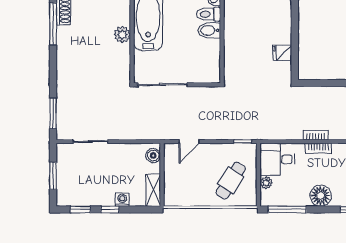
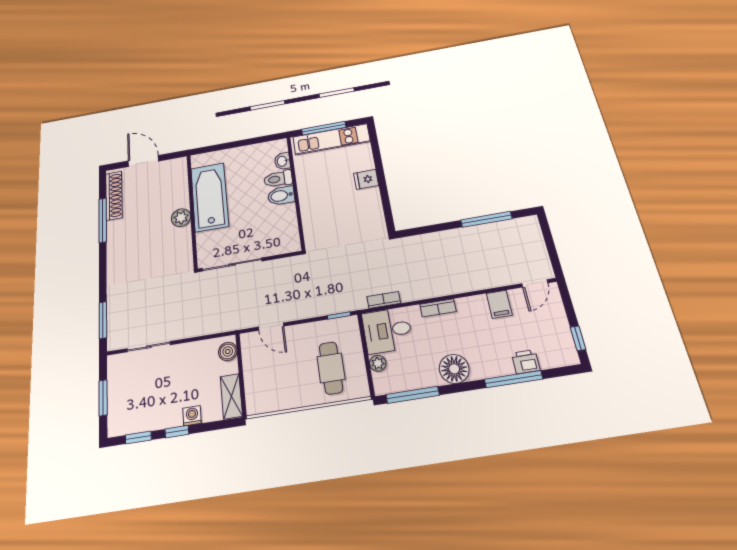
fridge: (282, 53) -> (366, 179), moved
bookcase: (316, 135) -> (384, 300), moved
door: (189, 142) -> (271, 327), hinge flipped
cafe table: (231, 181) -> (331, 368), turned -33

